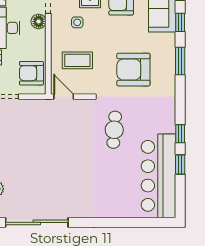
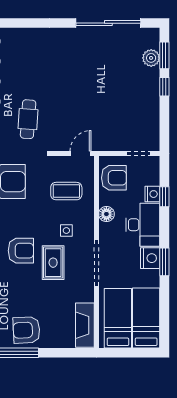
floor lamp: (39, 21) -> (106, 214), moved
door: (64, 97) -> (80, 154), swing flipped

